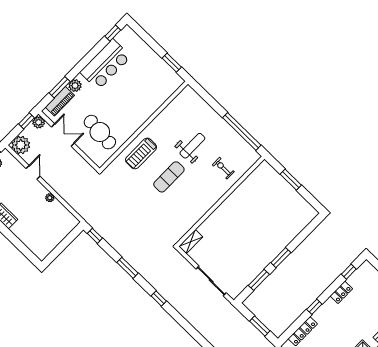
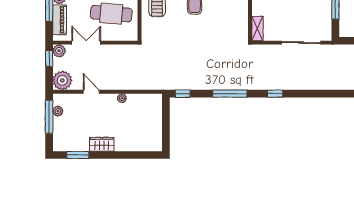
window: (127, 268) -> (230, 94), width x1.44

